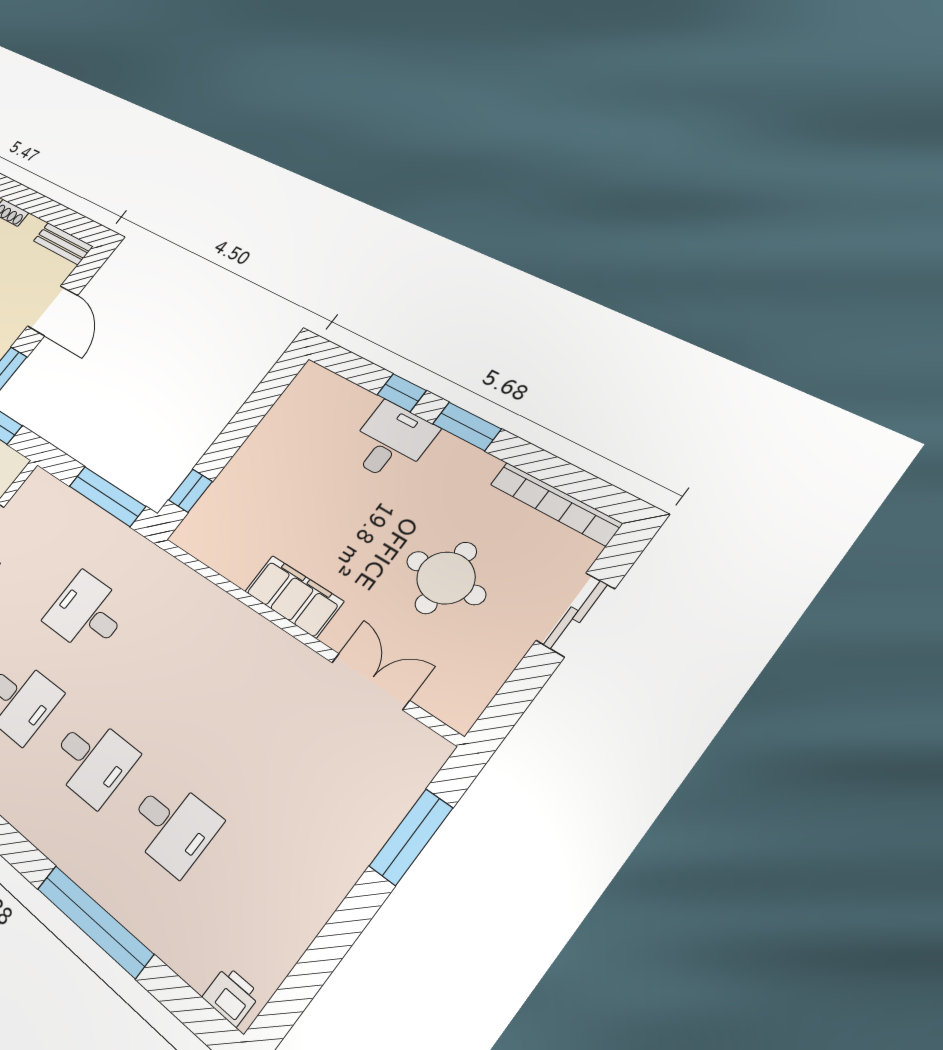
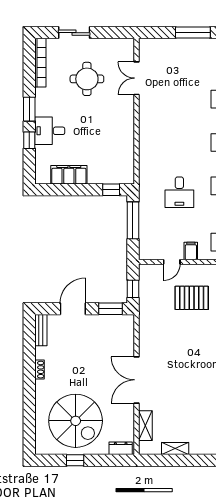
filing cabinet: (294, 596) -> (69, 175), moved, turned 90
window: (411, 837) -> (193, 33), moved

